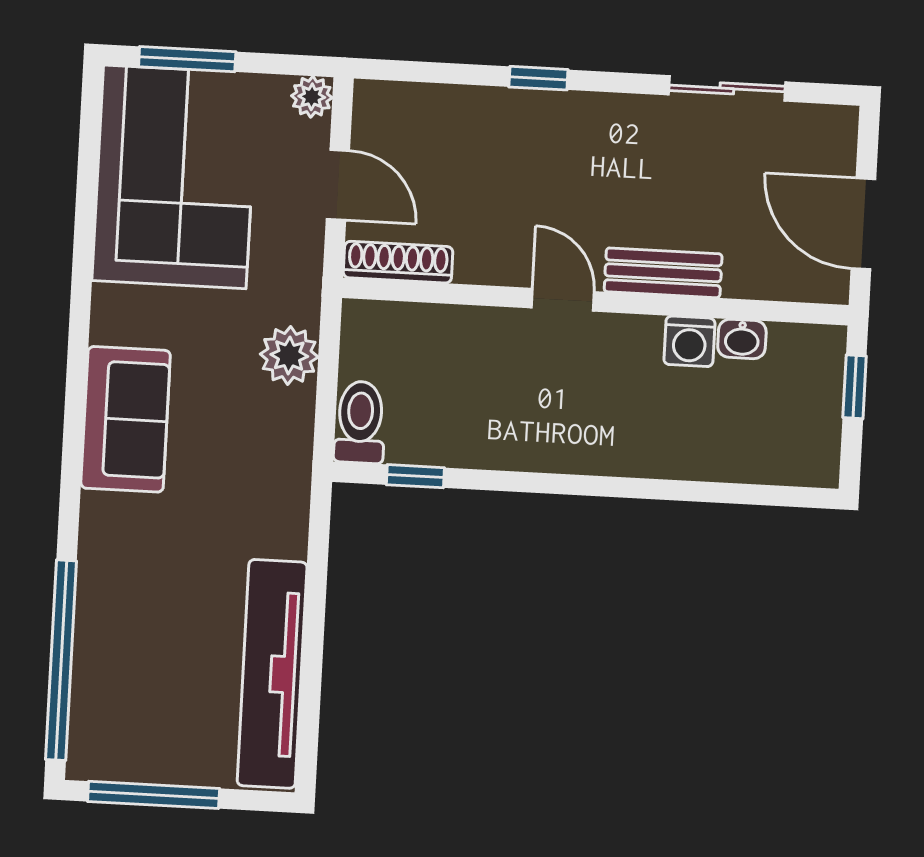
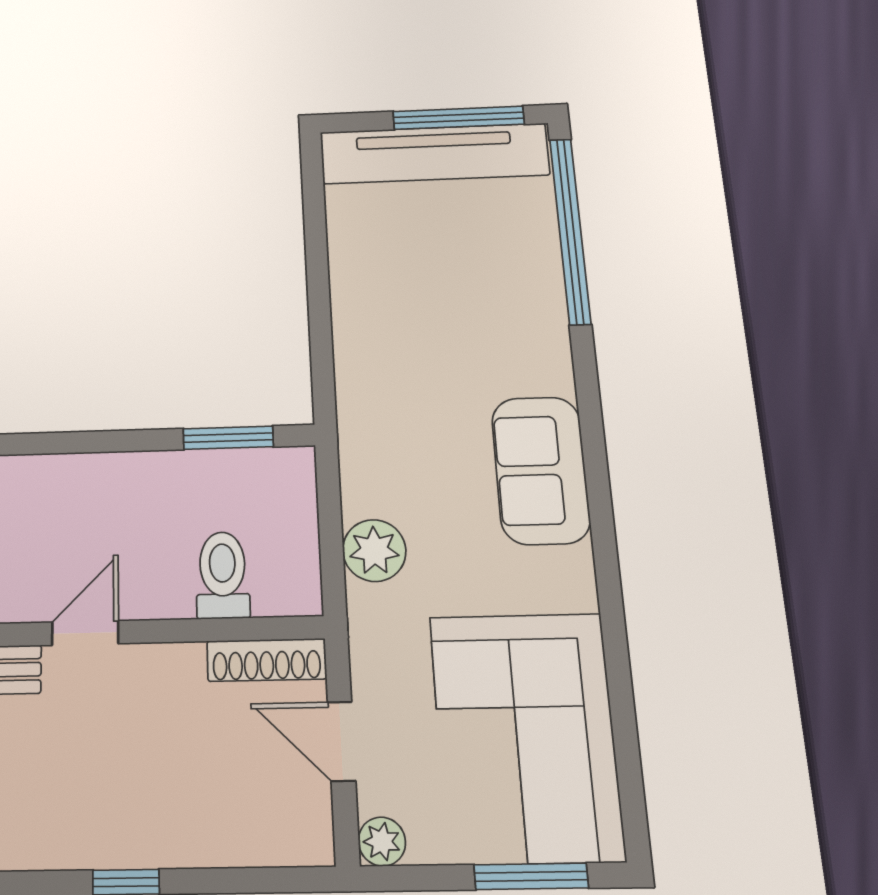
door: (563, 300) -> (85, 633), swing flipped
toilet: (360, 422) -> (223, 575), moved, turned 180
window: (415, 476) -> (228, 438), width x1.50
tv unit: (272, 674) -> (434, 153), moved, turned 90

